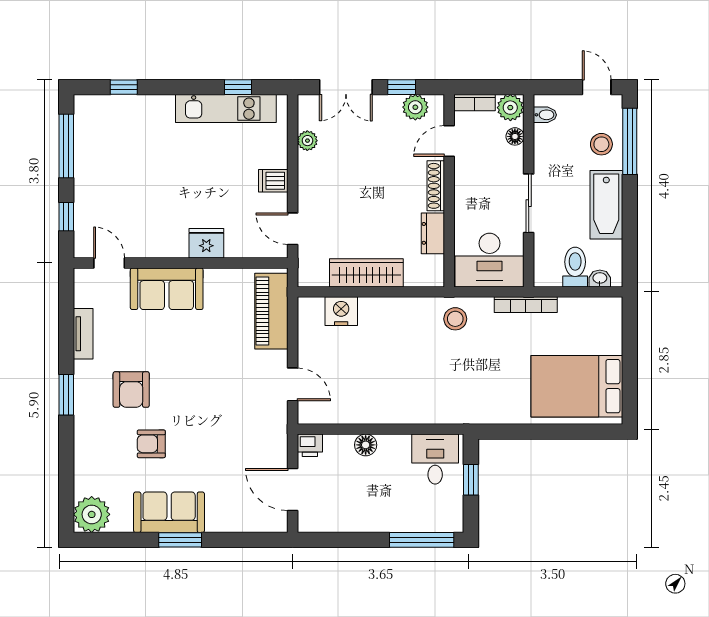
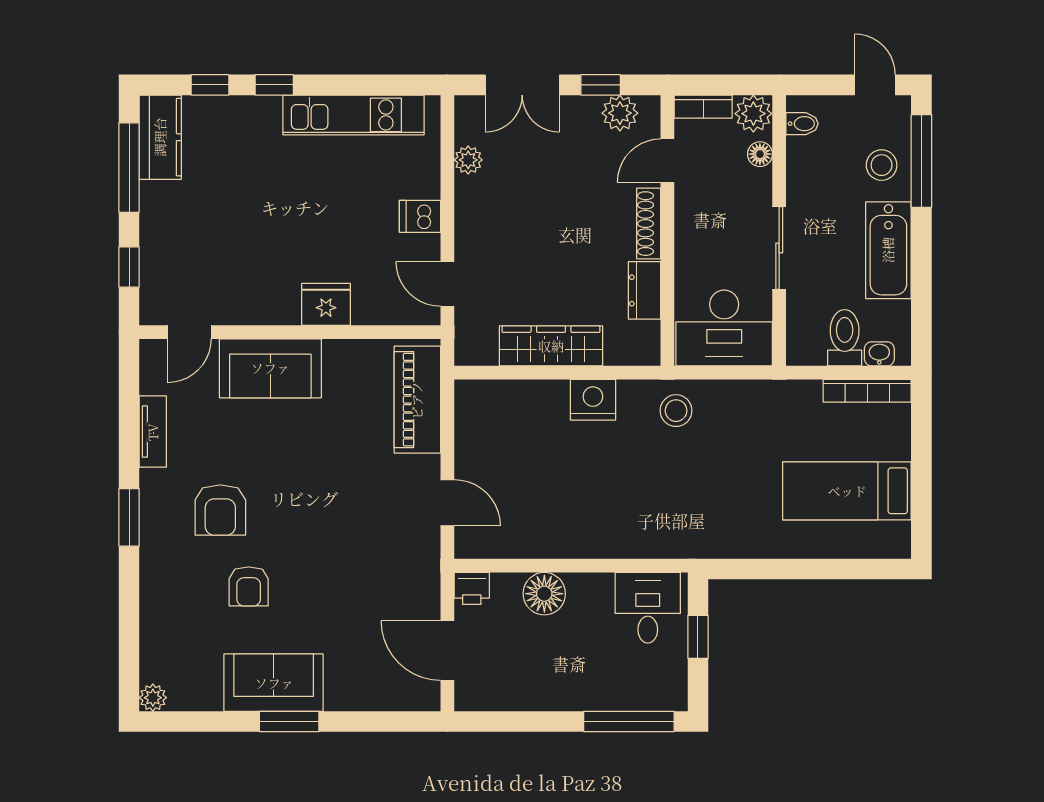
window: (238, 87) -> (274, 85), moved
kitchen counter: (88, 124) -> (160, 137), added
door: (109, 263) -> (189, 332), swing flipped
bookcase: (526, 305) -> (867, 391), moved
nightstand: (341, 311) -> (593, 400), moved
bed: (577, 386) -> (847, 491), width x0.67
armchair: (151, 444) -> (249, 586), turned -90
floor lamp: (366, 445) -> (544, 594), width x1.38, depth x1.38
plant: (92, 514) -> (153, 698), width x0.53, depth x0.53

